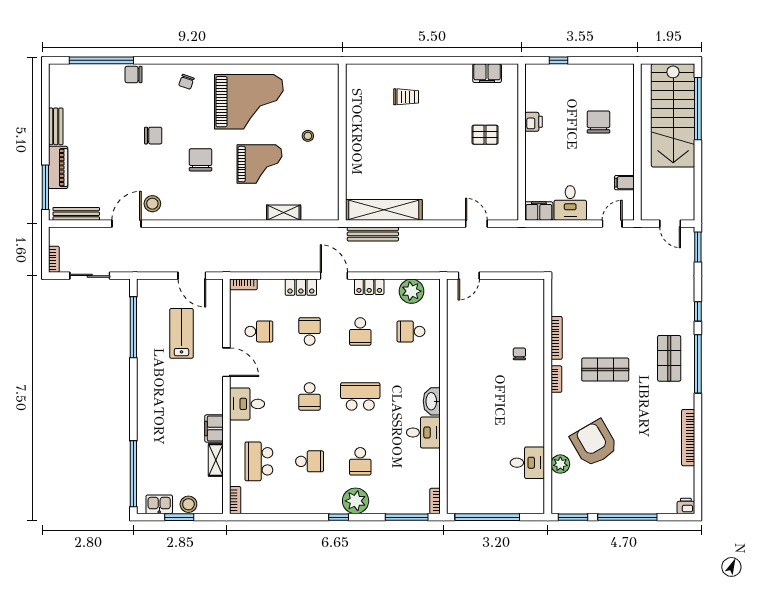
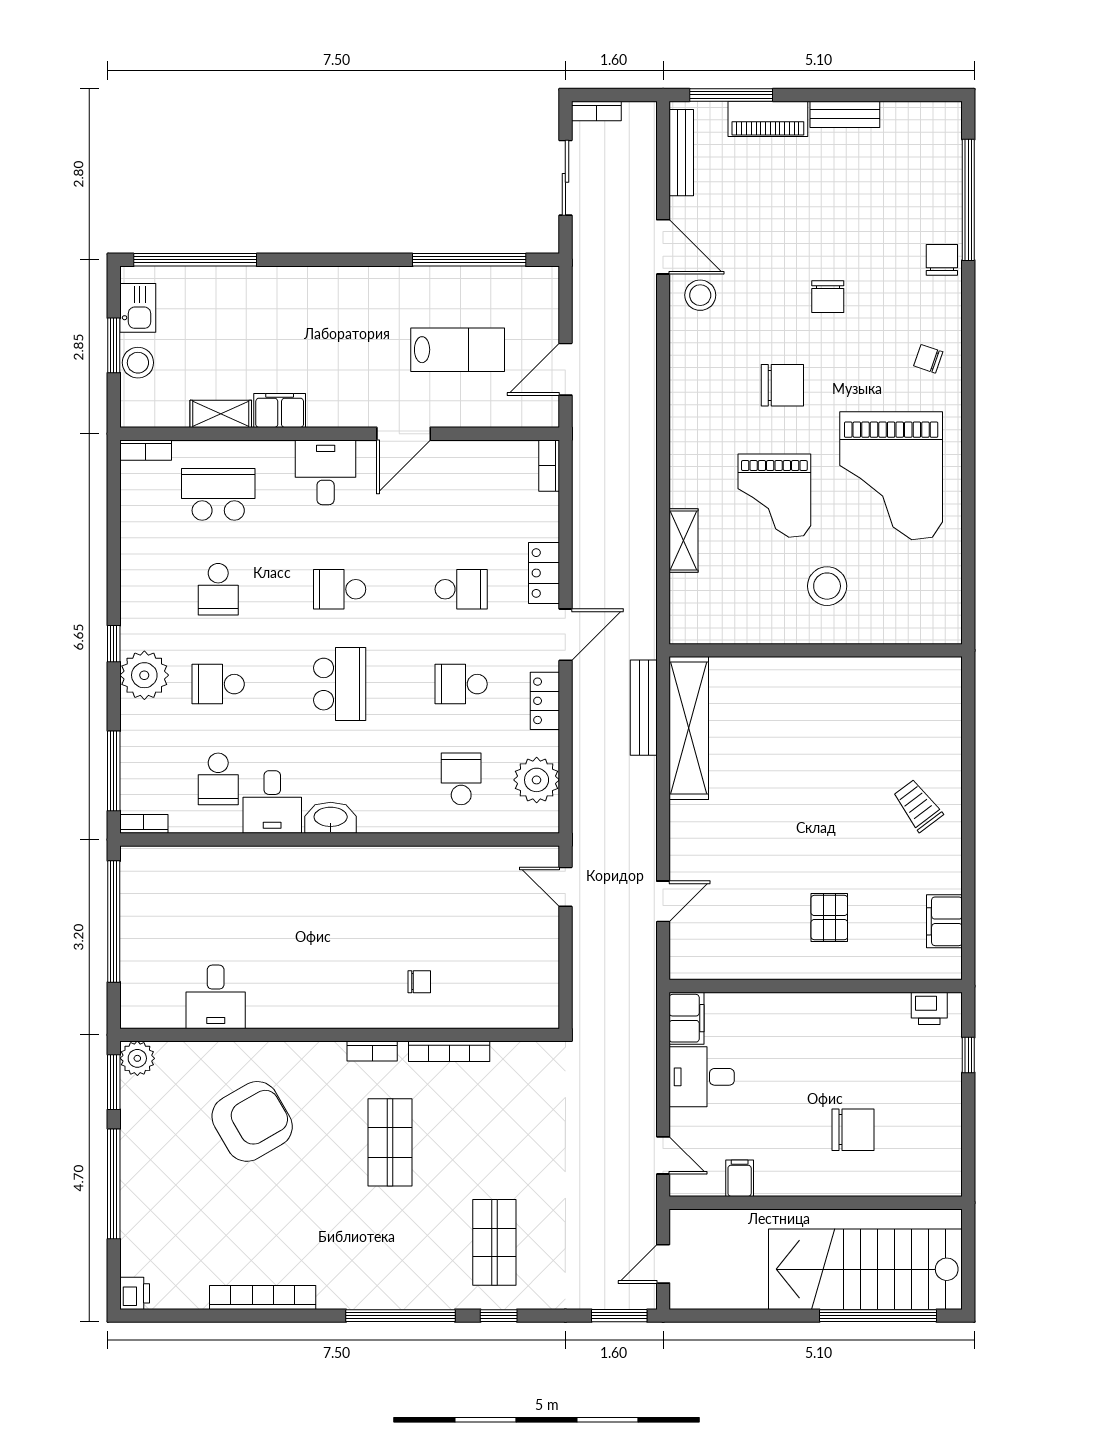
trolley: (406, 97) -> (918, 805), moved, turned 143
printer: (534, 122) -> (929, 1008), moved
stool: (308, 136) -> (827, 586), width x1.89, depth x1.89
school desk: (259, 331) -> (218, 779), moved
shop shelf: (669, 358) -> (494, 1242), moved, turned 90
plant: (560, 464) -> (137, 1058), moved

